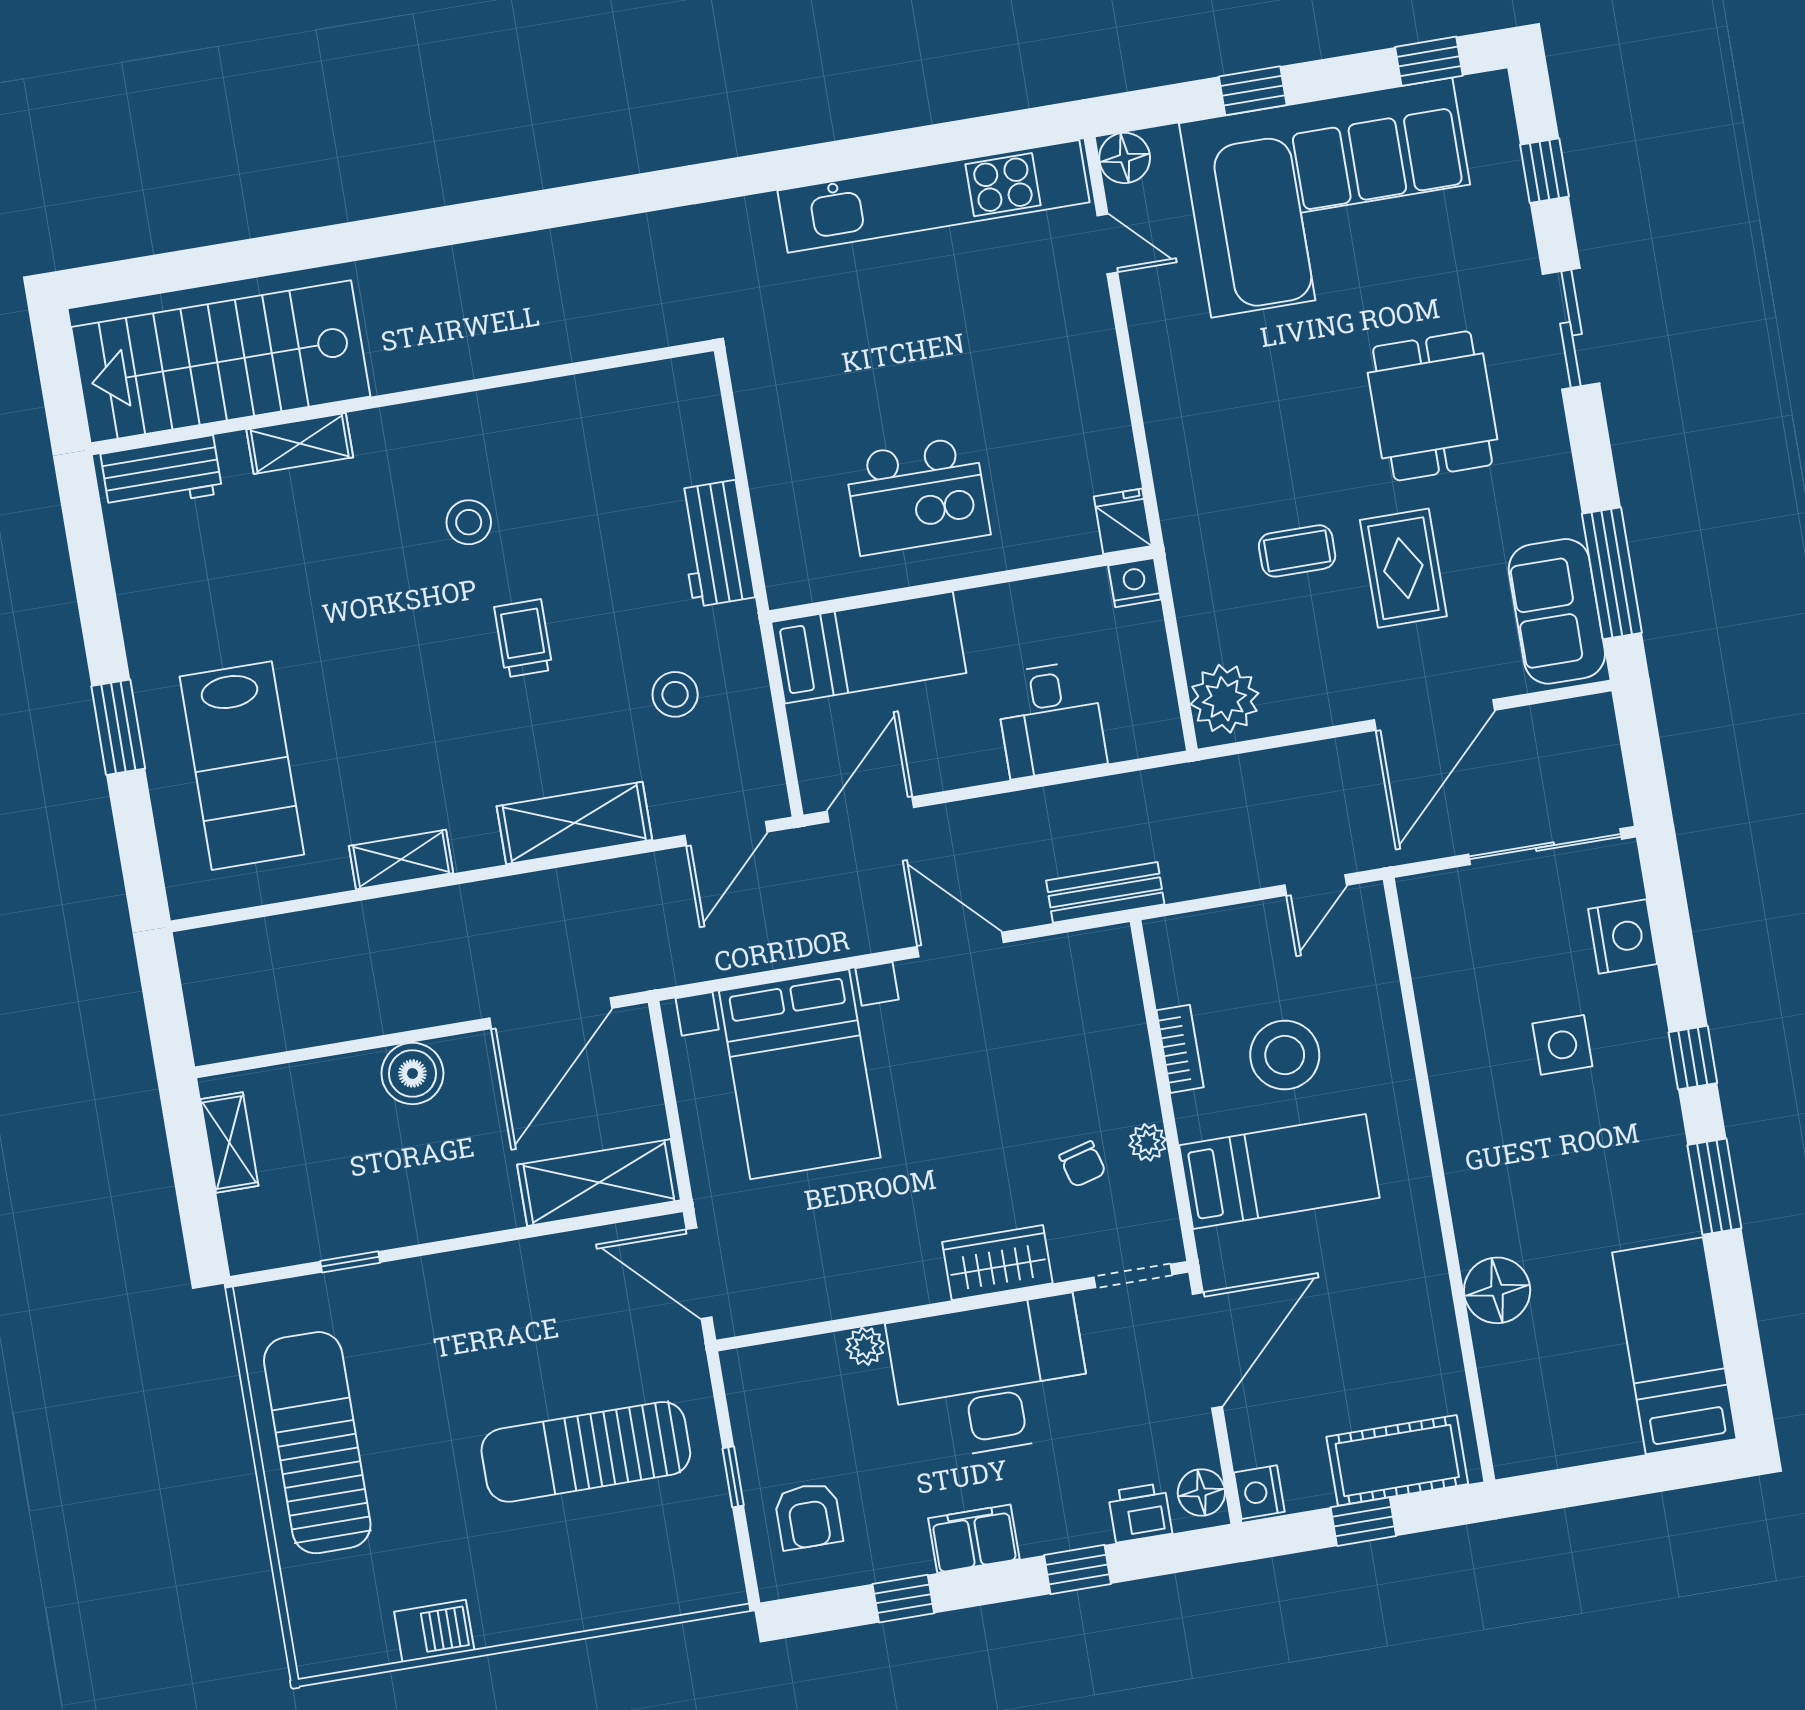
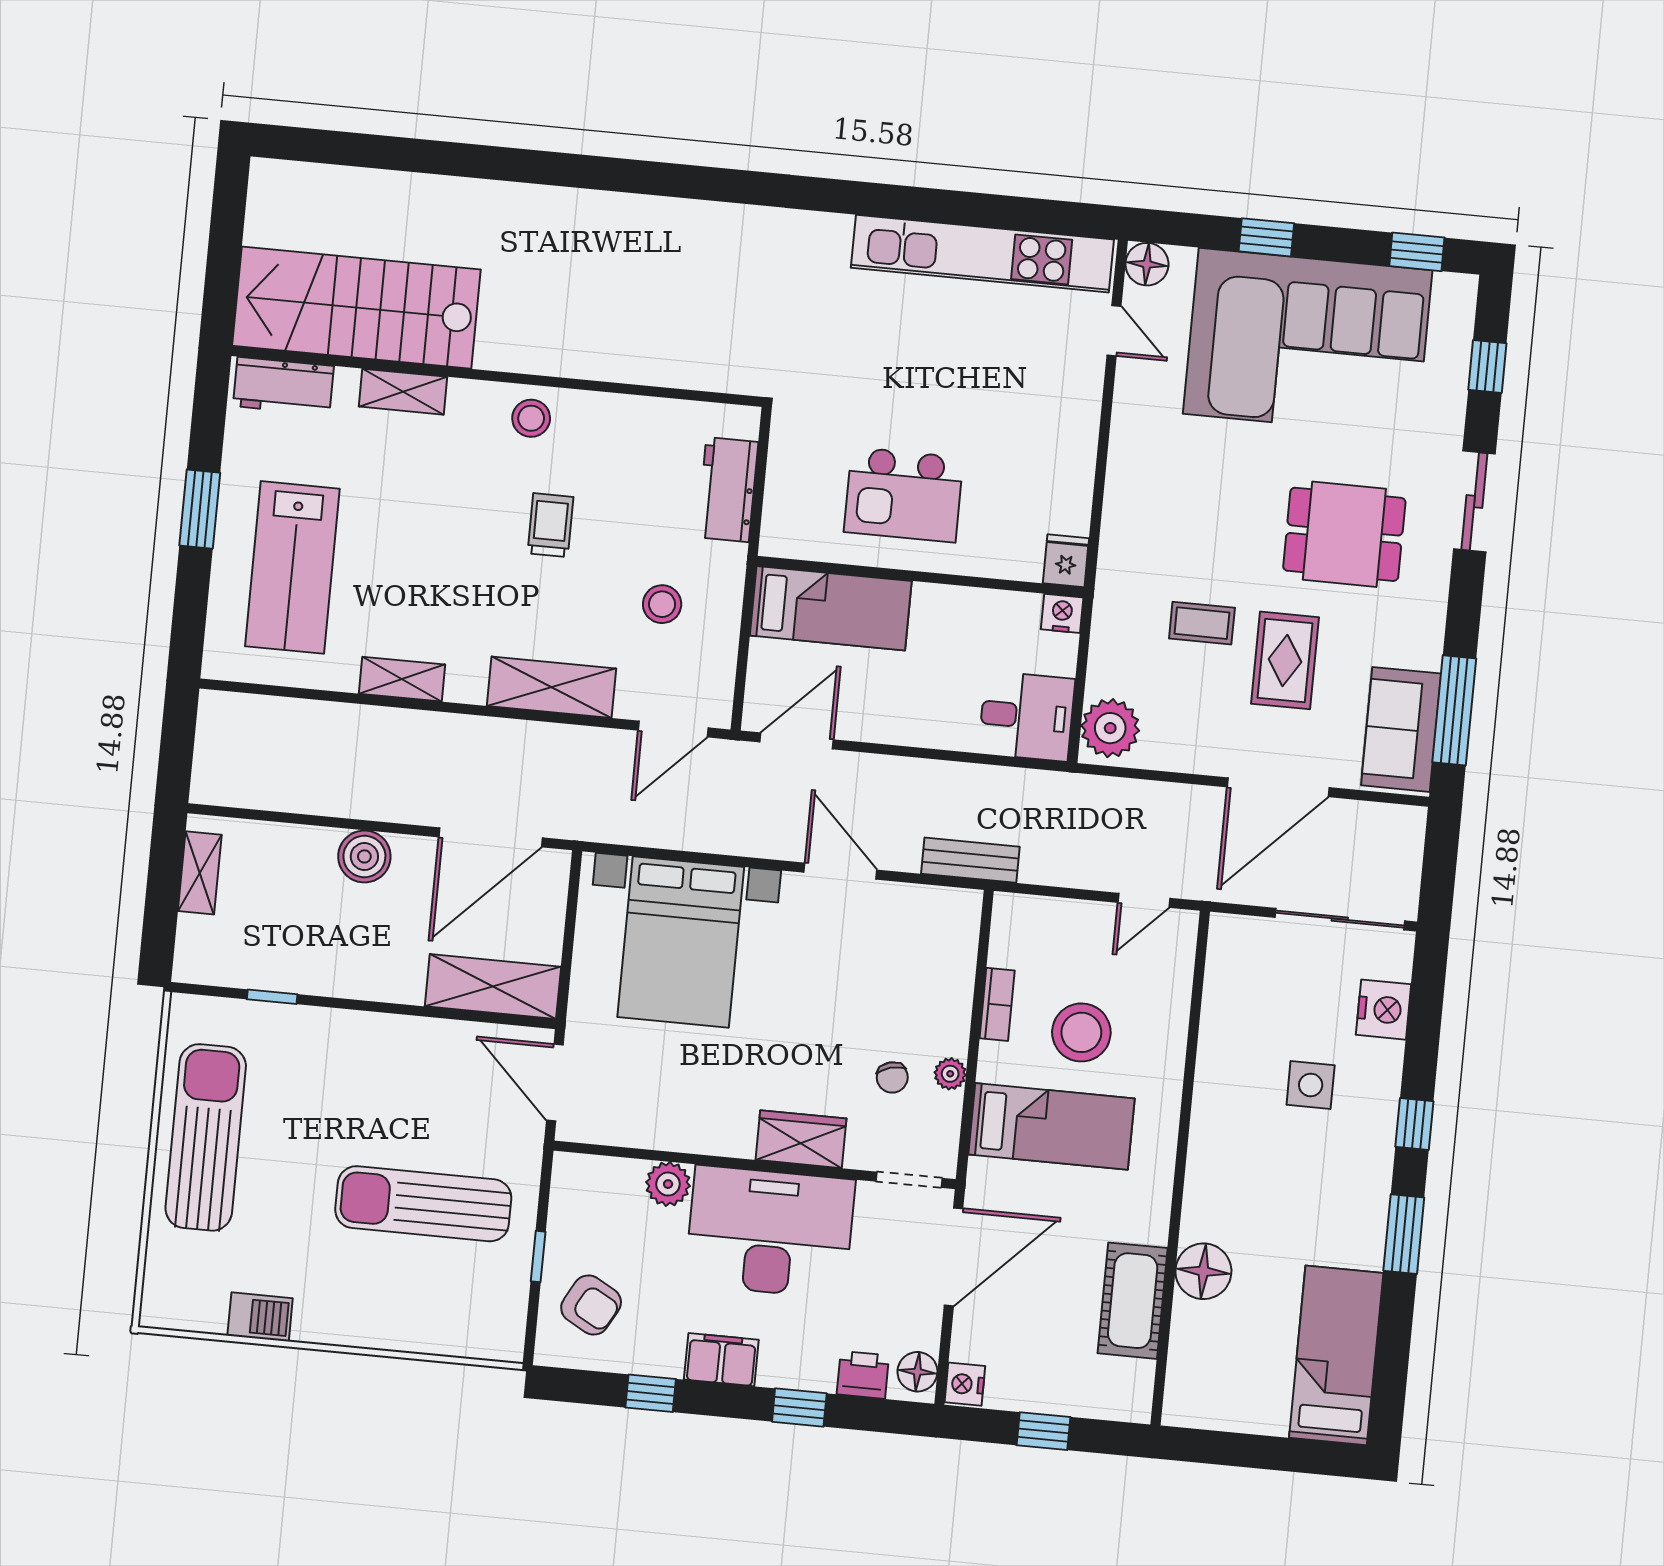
stairs: (221, 362) -> (356, 308), moved
wall: (402, 397) -> (497, 376), moved
dining table: (1432, 406) -> (1344, 534), turned 90
shelving: (300, 443) -> (403, 392), moved
workbench: (161, 474) -> (283, 386), moved
desk: (1051, 719) -> (1027, 716), moved, turned -90
plant: (865, 1346) -> (668, 1184), width x1.38, depth x1.38
cot: (1397, 1460) -> (1133, 1301), moved, turned 90
armchair: (808, 1516) -> (591, 1305), turned -61

